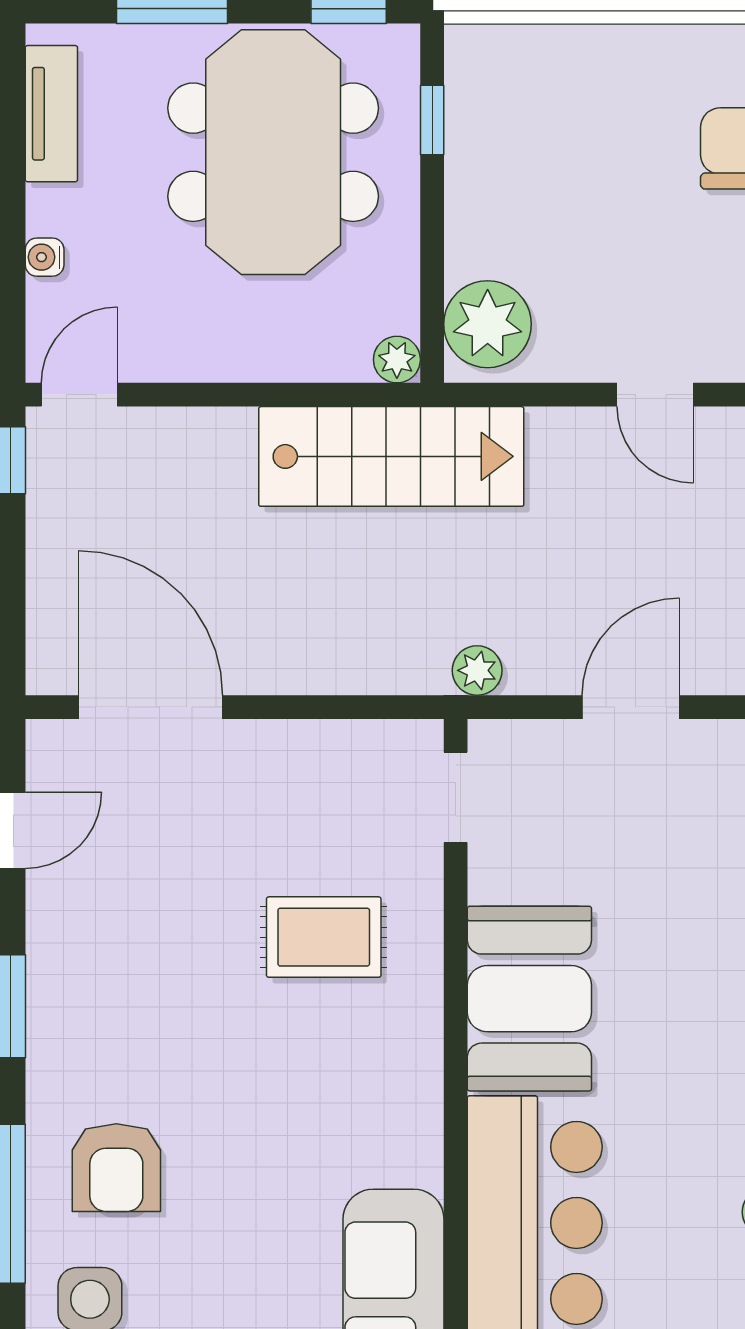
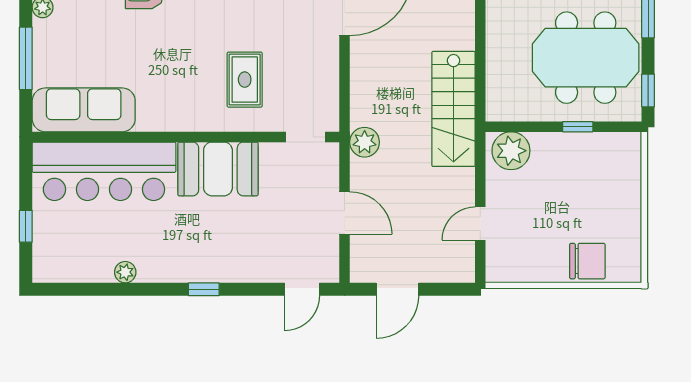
window: (432, 120) -> (578, 127), moved
plant: (397, 360) -> (496, 111), removed
plant: (477, 670) -> (365, 142), width x1.38, depth x1.38

